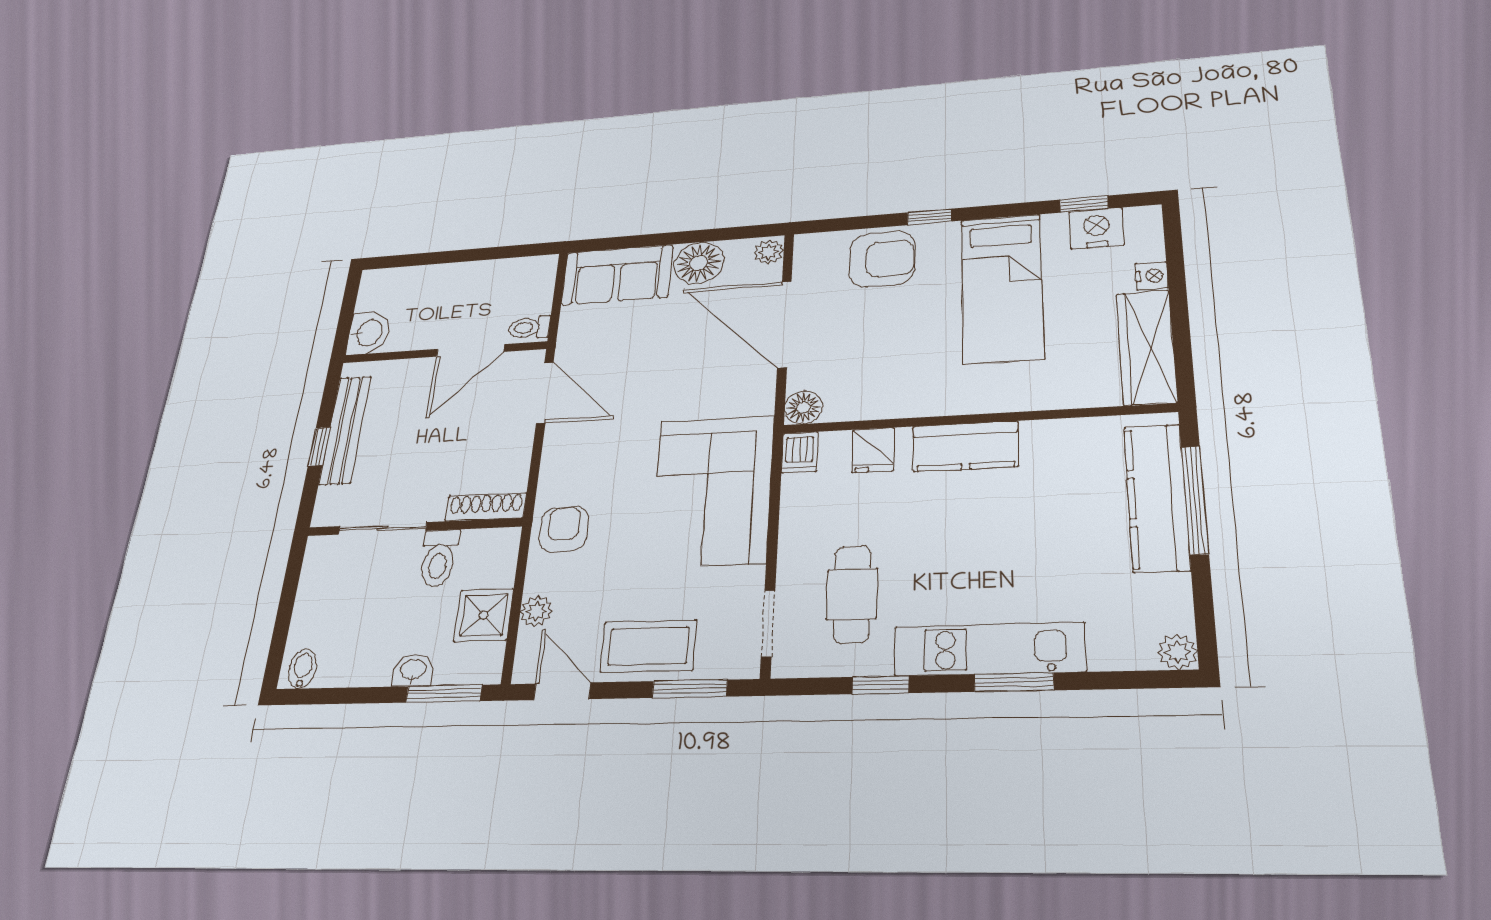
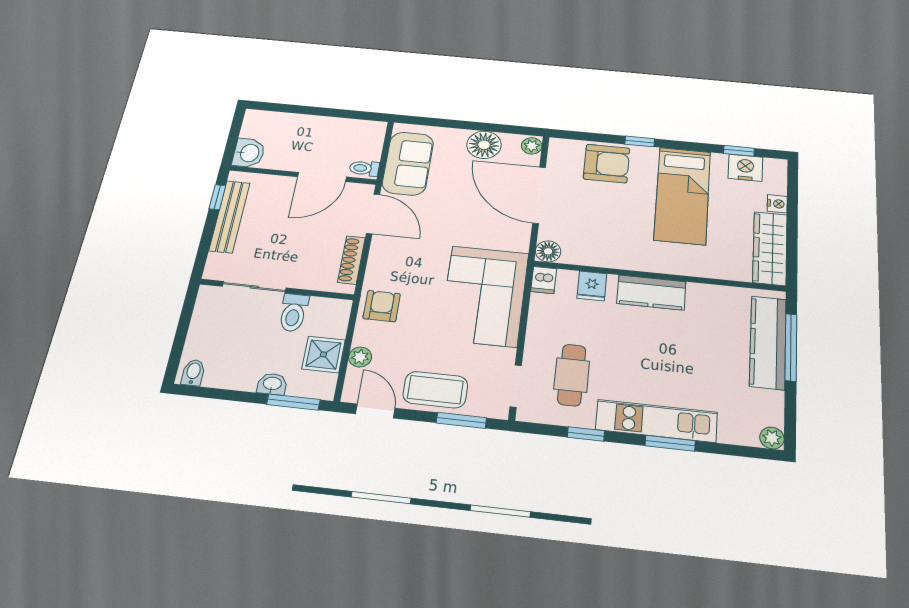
sofa: (617, 275) -> (408, 163), moved, turned -90
window: (319, 447) -> (217, 197), moved
shoe rack: (486, 507) -> (351, 260), moved, turned -90

